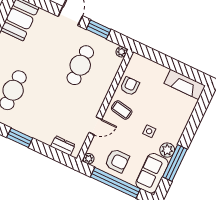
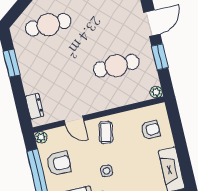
armchair: (130, 86) -> (150, 130), moved
armchair: (117, 161) -> (59, 163), turned -90

